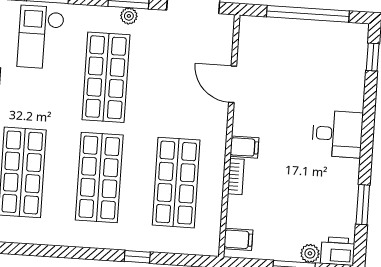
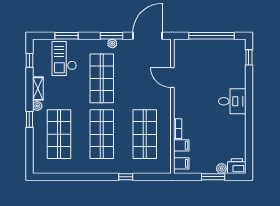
filing cabinet: (244, 147) -> (181, 145), moved
window: (363, 205) -> (249, 140), removed

